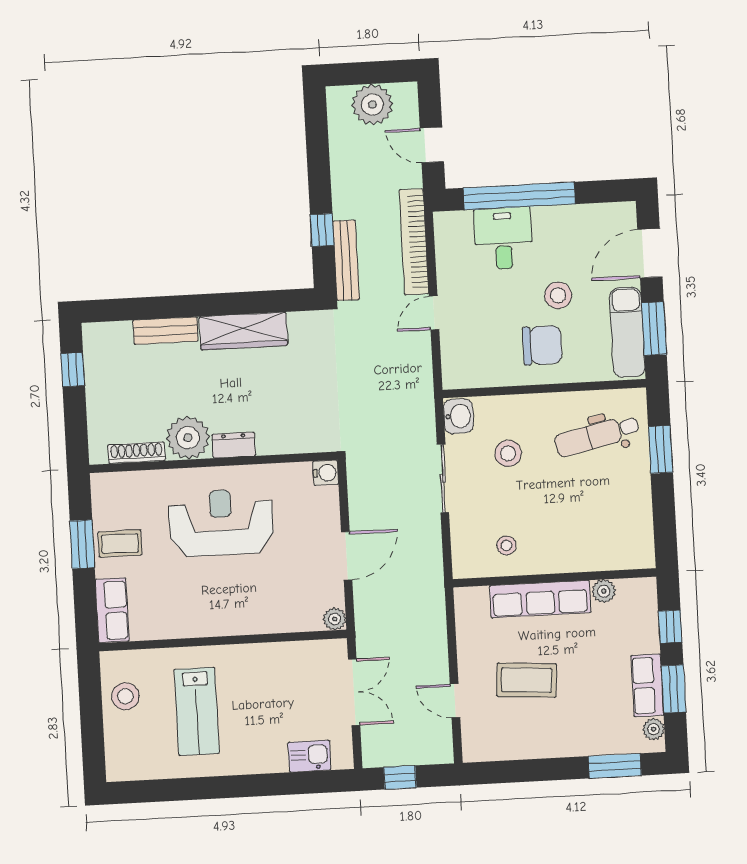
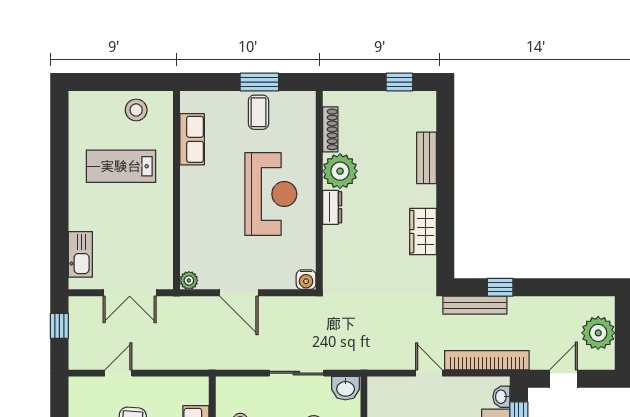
washbasin: (459, 221) -> (501, 397), added
wardrobe: (243, 331) -> (423, 232), width x0.67
row of seats: (112, 610) -> (192, 139), moved, turned -90
kitchen sink: (309, 756) -> (80, 254), width x1.38

